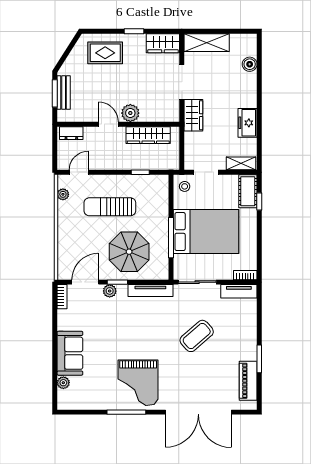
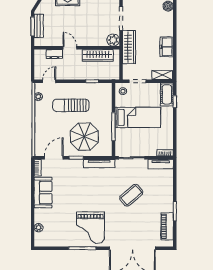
plant: (130, 113) -> (113, 40), moved
wardrobe: (193, 115) -> (129, 47), width x1.50
dresser: (71, 133) -> (54, 54), moved
bed: (206, 232) -> (138, 117), width x0.67
plant: (110, 291) -> (71, 164), removed
sofa: (70, 353) -> (43, 193), moved

